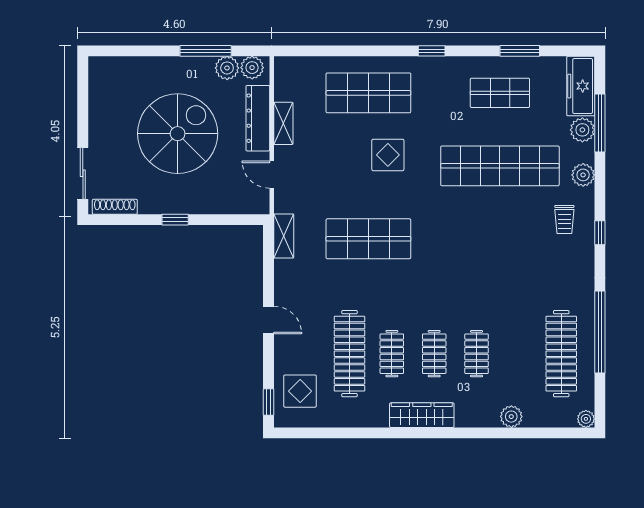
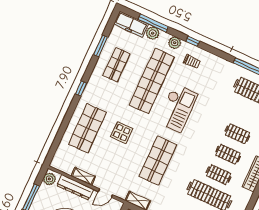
plant: (227, 68) -> (44, 191), removed
checkout: (474, 231) -> (177, 108), added
window: (600, 233) -> (193, 41), moved

